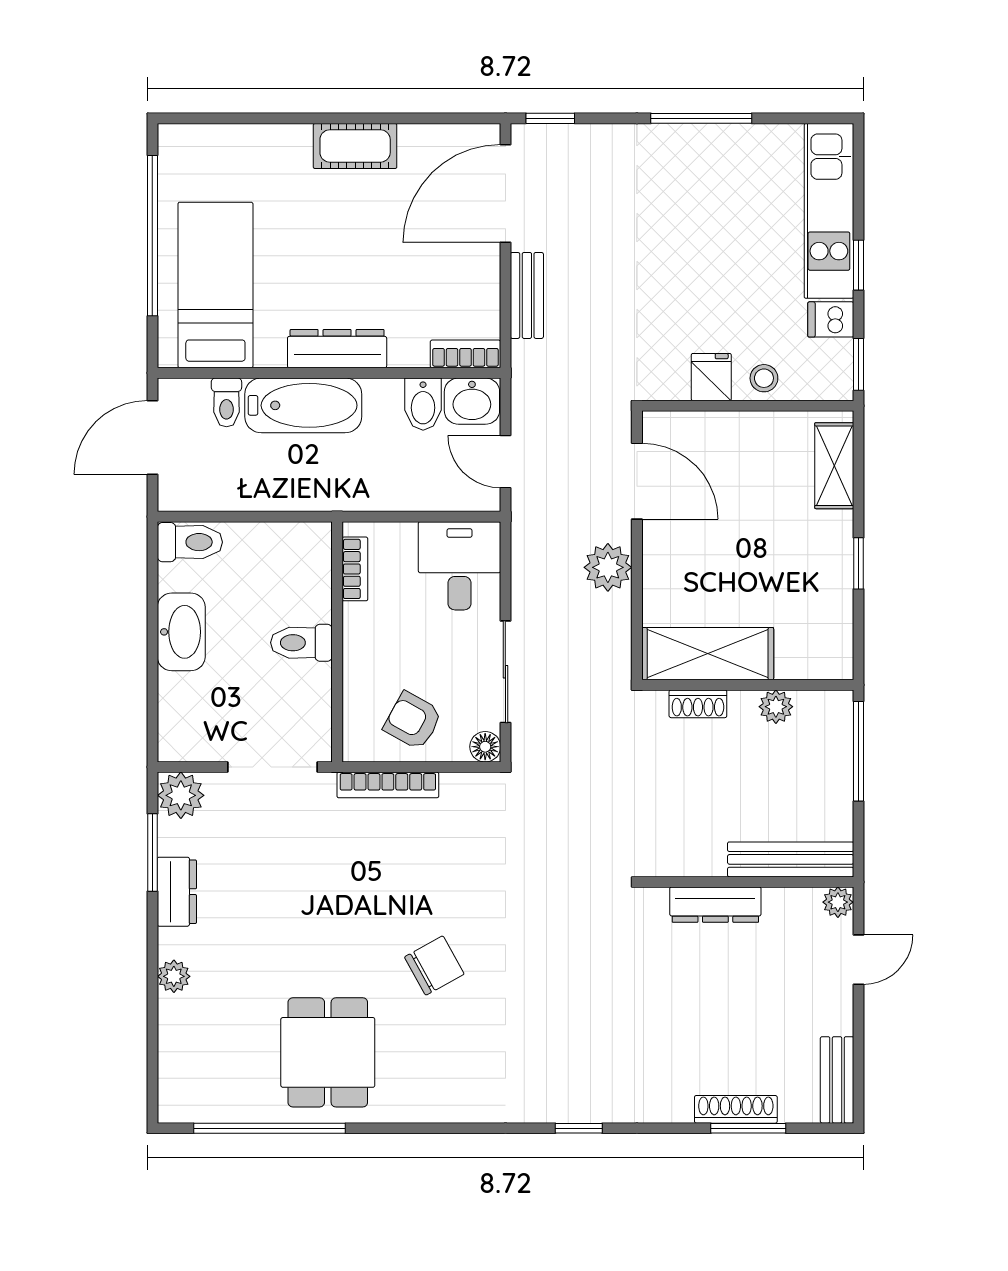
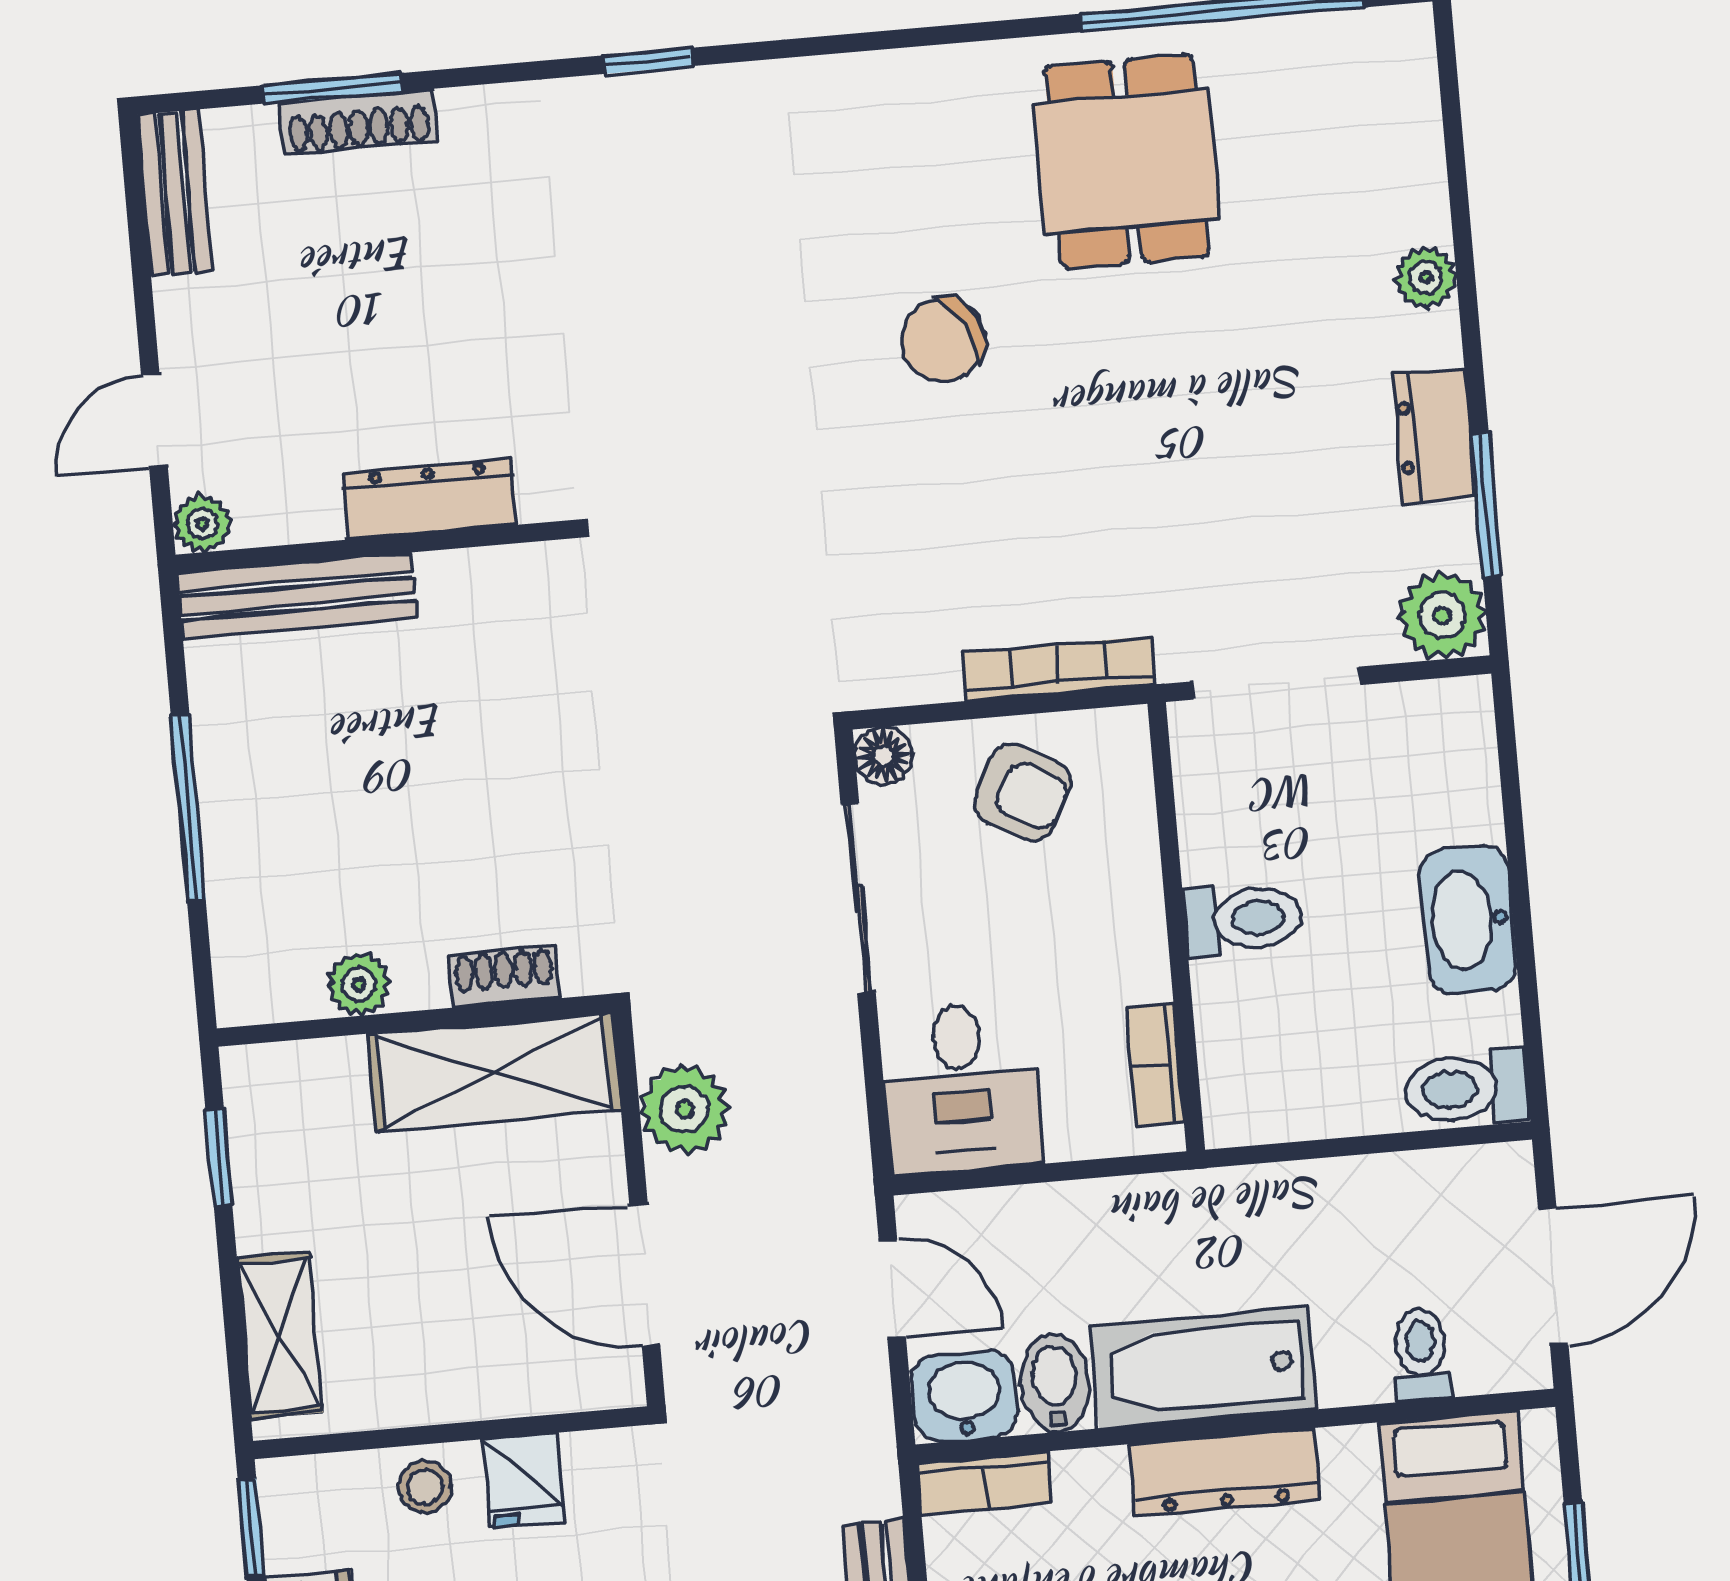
bathtub: (303, 405) -> (1203, 1368), moved
shelving: (708, 654) -> (494, 1072), moved
wall: (748, 685) -> (415, 1020), moved
shoe rack: (698, 704) -> (504, 977), moved
plant: (776, 707) -> (359, 984), moved

